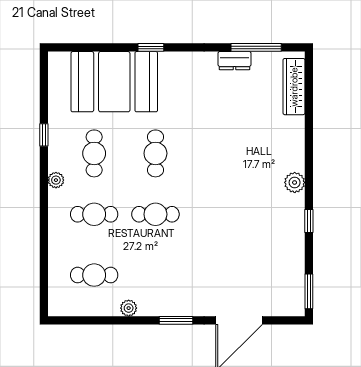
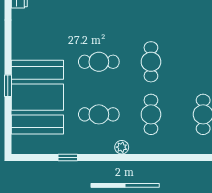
window: (151, 47) -> (8, 86), moved
window: (44, 135) -> (68, 157), moved

